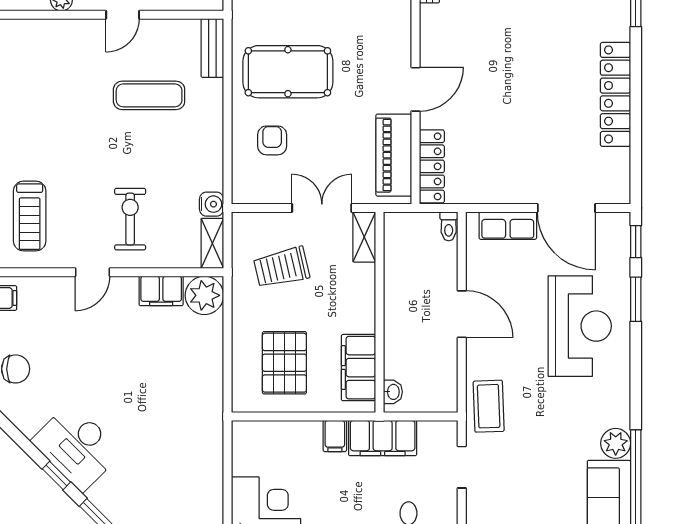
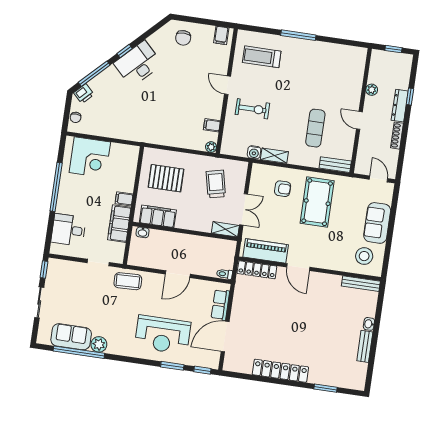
shelving: (212, 243) -> (274, 156), moved
filing cabinet: (161, 291) -> (212, 125), width x0.50
plant: (204, 295) -> (211, 147), width x0.53, depth x0.53

